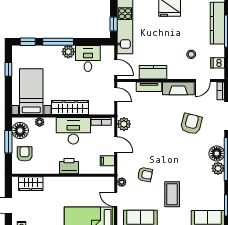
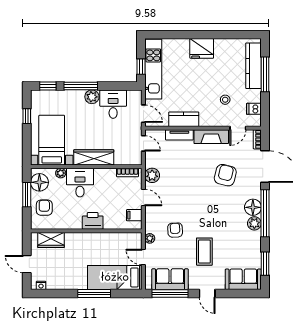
desk: (73, 131) -> (80, 183), moved, width x0.73
armchair: (145, 174) -> (175, 230), turned -104

